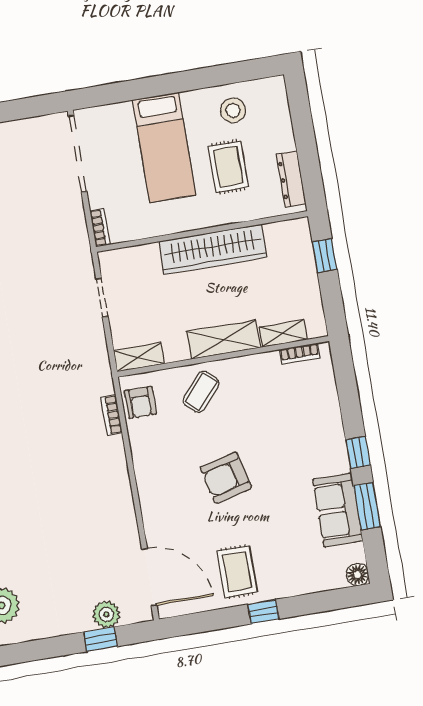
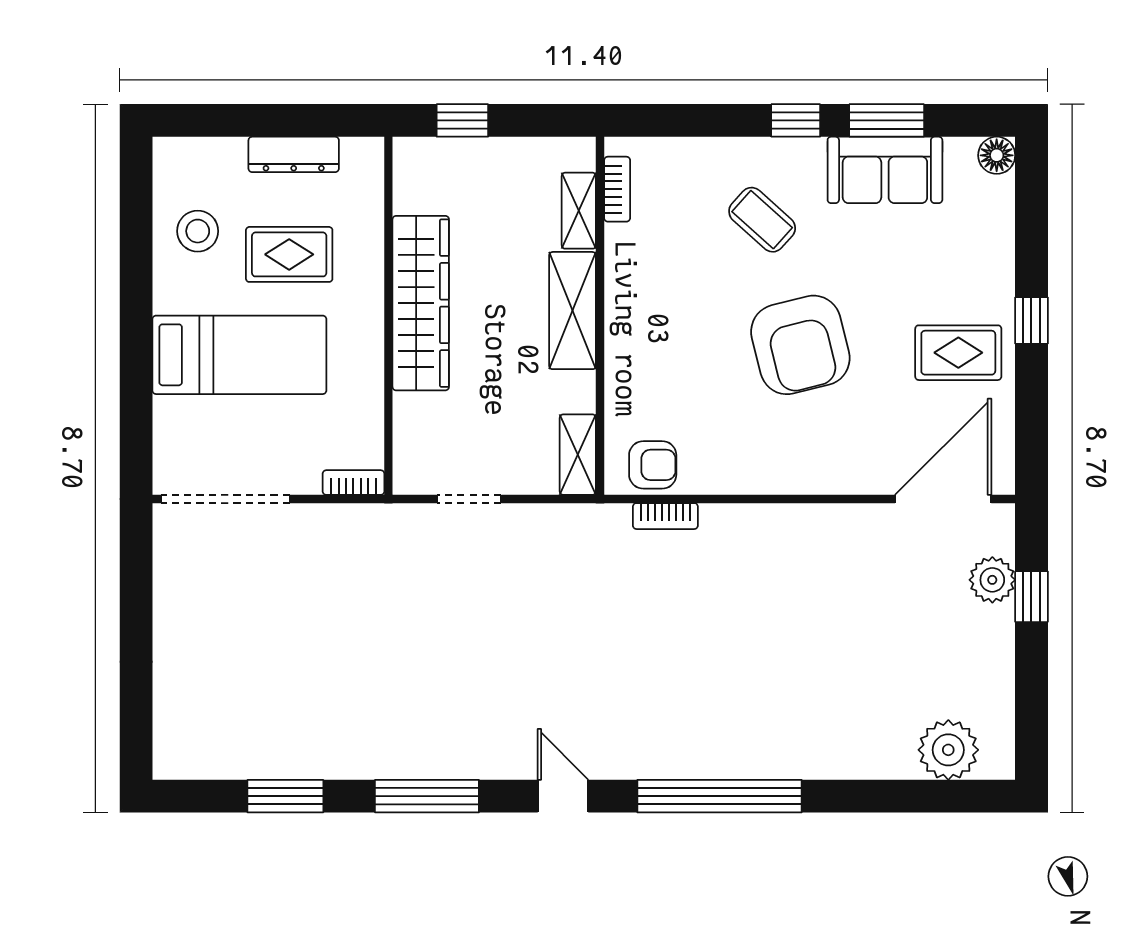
dresser: (291, 179) -> (294, 154), moved
coffee table: (201, 392) -> (762, 220), moved
armchair: (226, 478) -> (800, 345), width x1.36, depth x1.36

